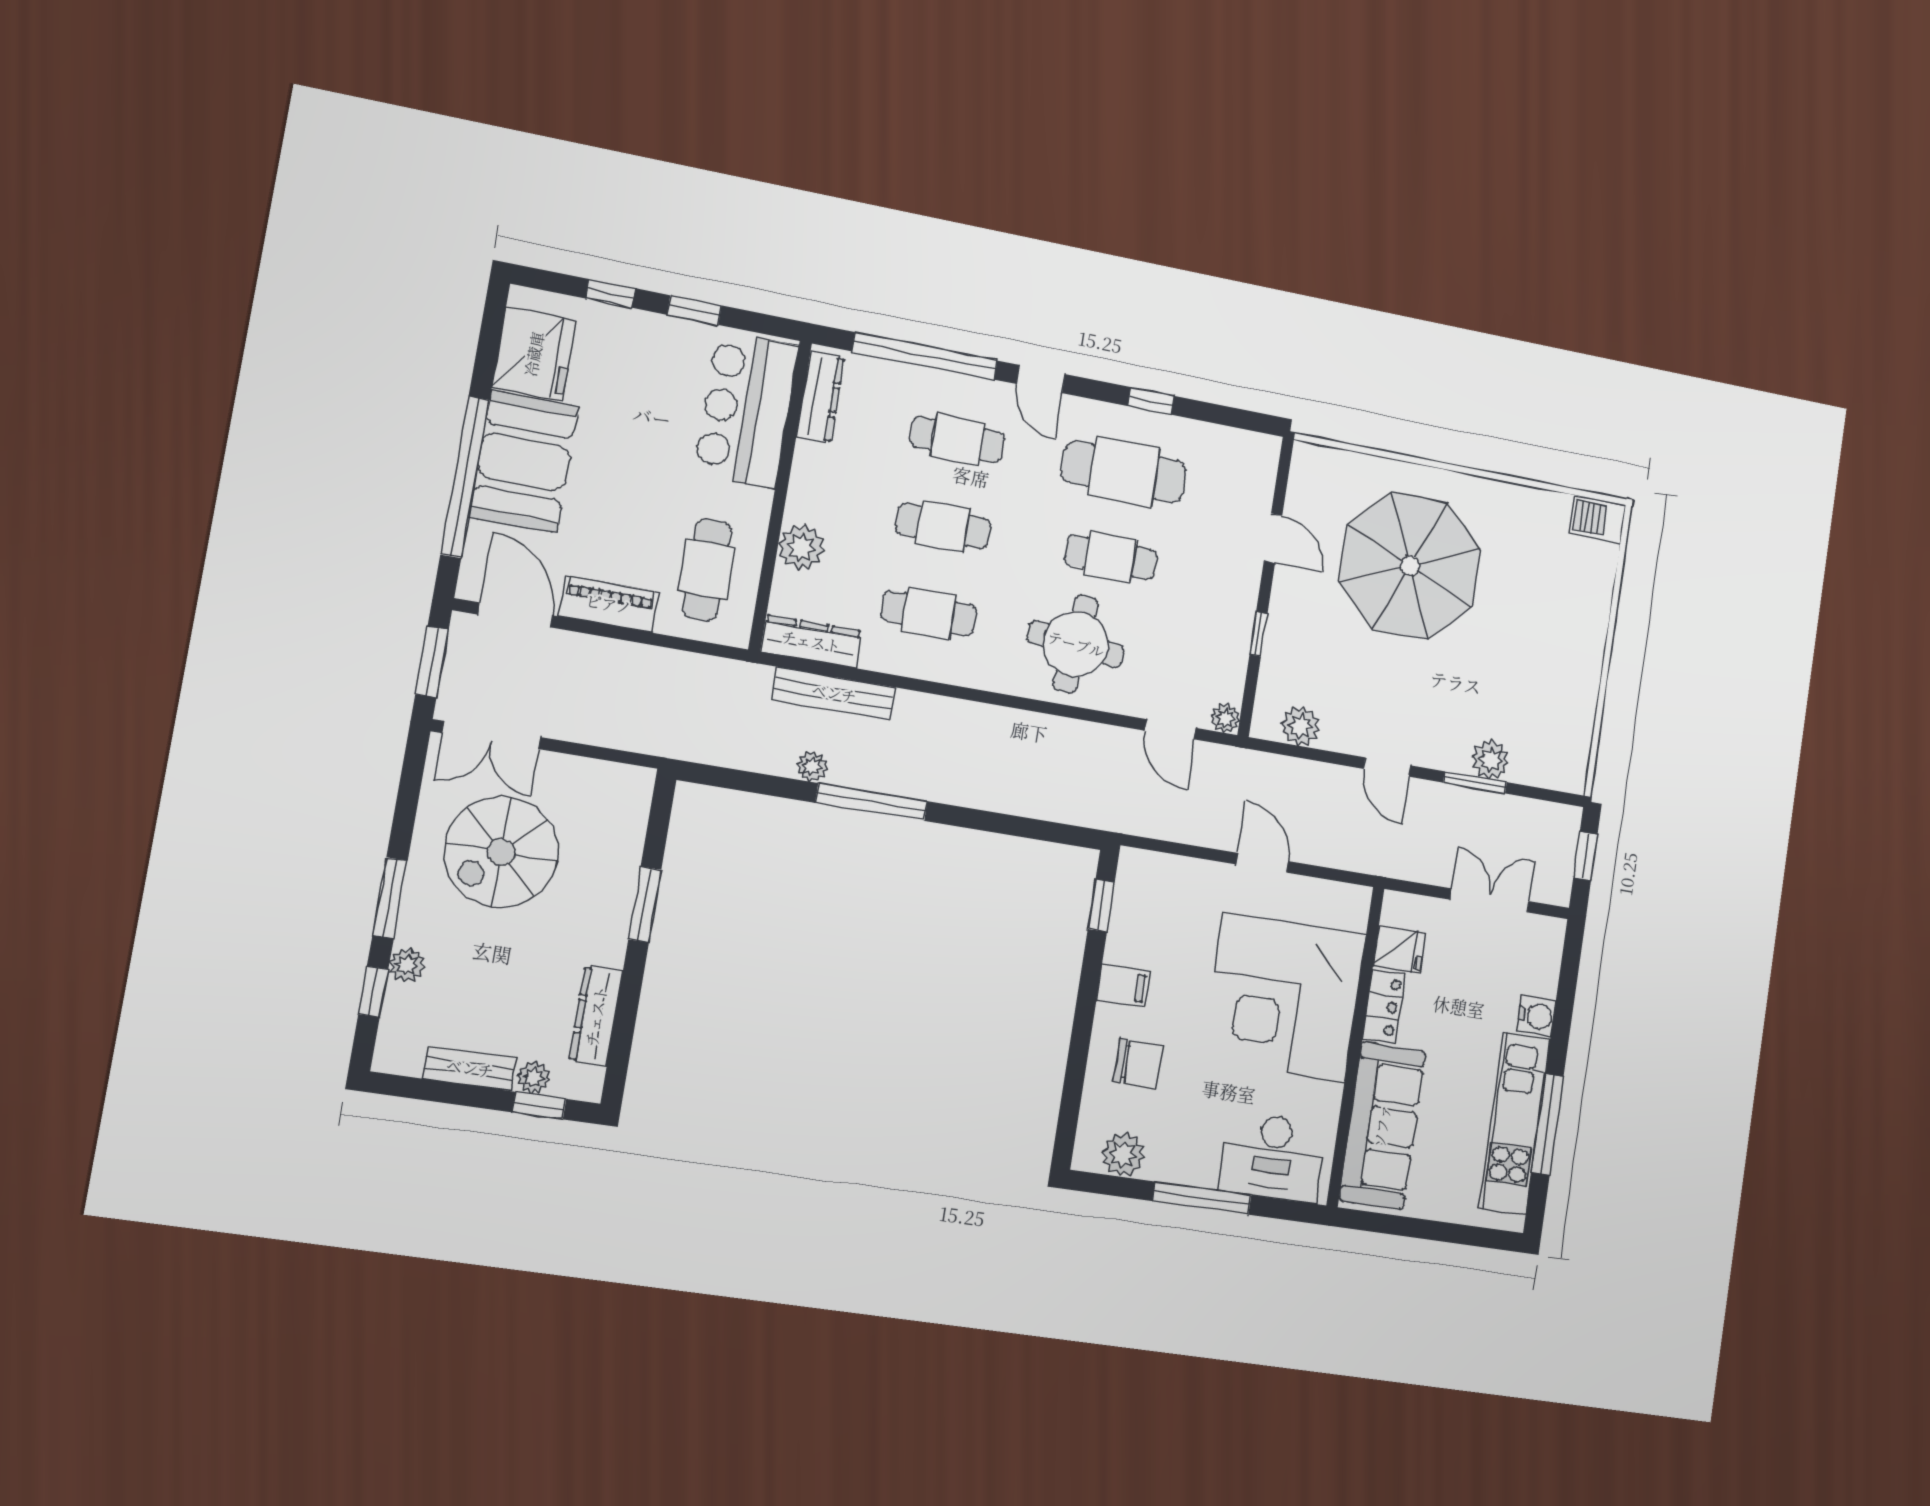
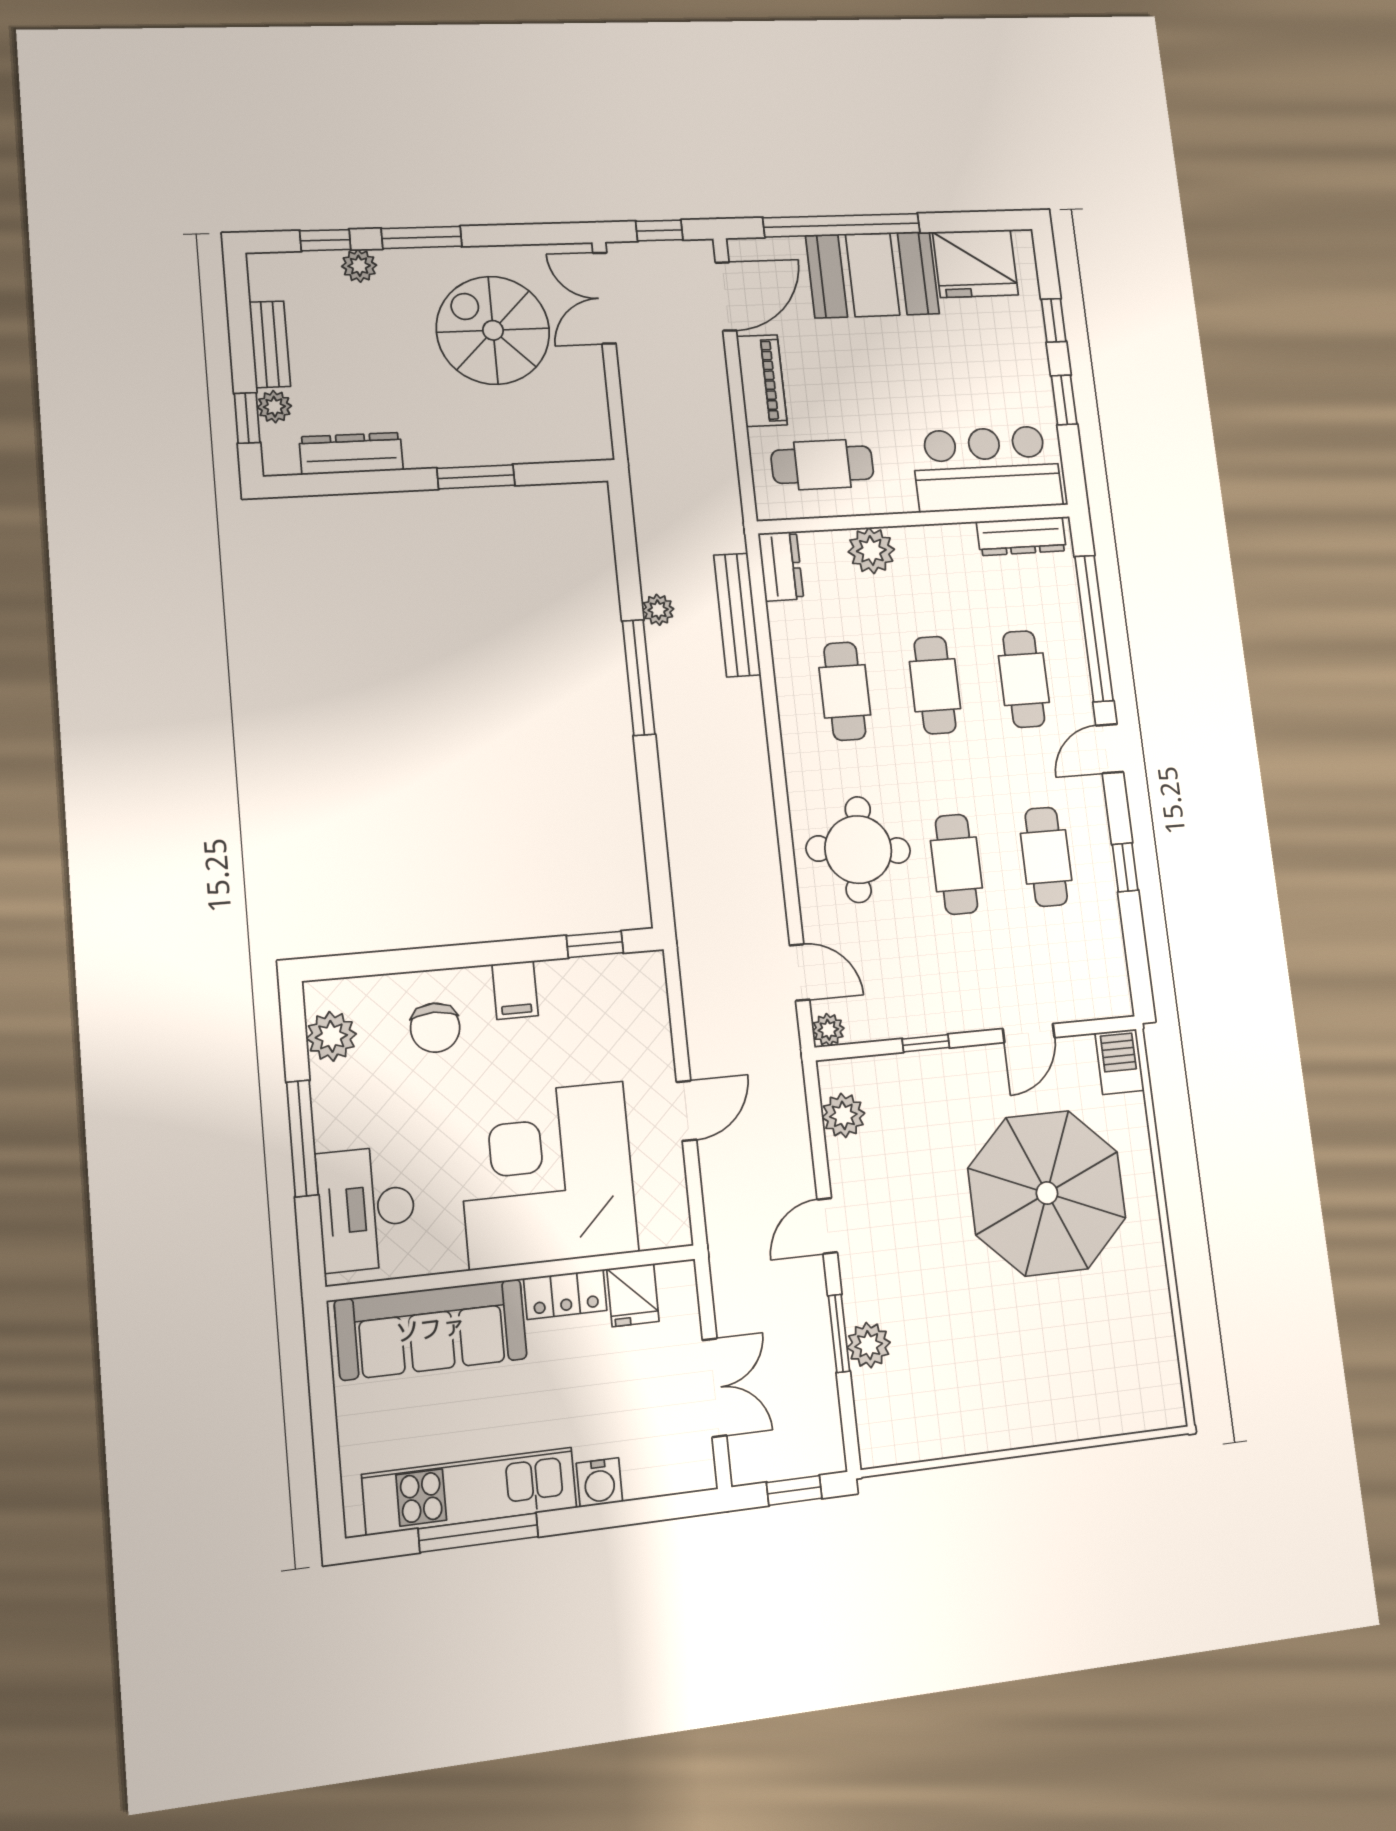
cafe table: (1124, 472) -> (1046, 857), width x0.73, depth x0.74
barbecue: (1597, 519) -> (1120, 1062), moved
dresser: (811, 641) -> (781, 566), width x0.70
window: (432, 662) -> (659, 231), width x0.67
door: (1170, 729) -> (800, 972), swing flipped

